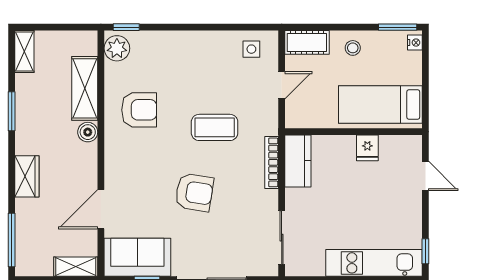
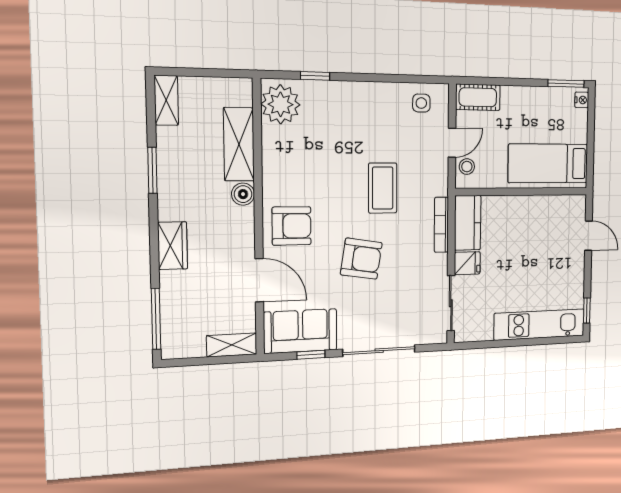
window: (126, 27) -> (315, 76), moved
plant: (117, 48) -> (281, 104), width x1.36, depth x1.36
stool: (353, 48) -> (467, 167), moved
armchair: (139, 110) -> (292, 226), moved
coffee table: (215, 127) -> (383, 188), turned 90
fridge: (367, 148) -> (467, 263), moved, turned -90
door: (101, 209) -> (259, 280), swing flipped

